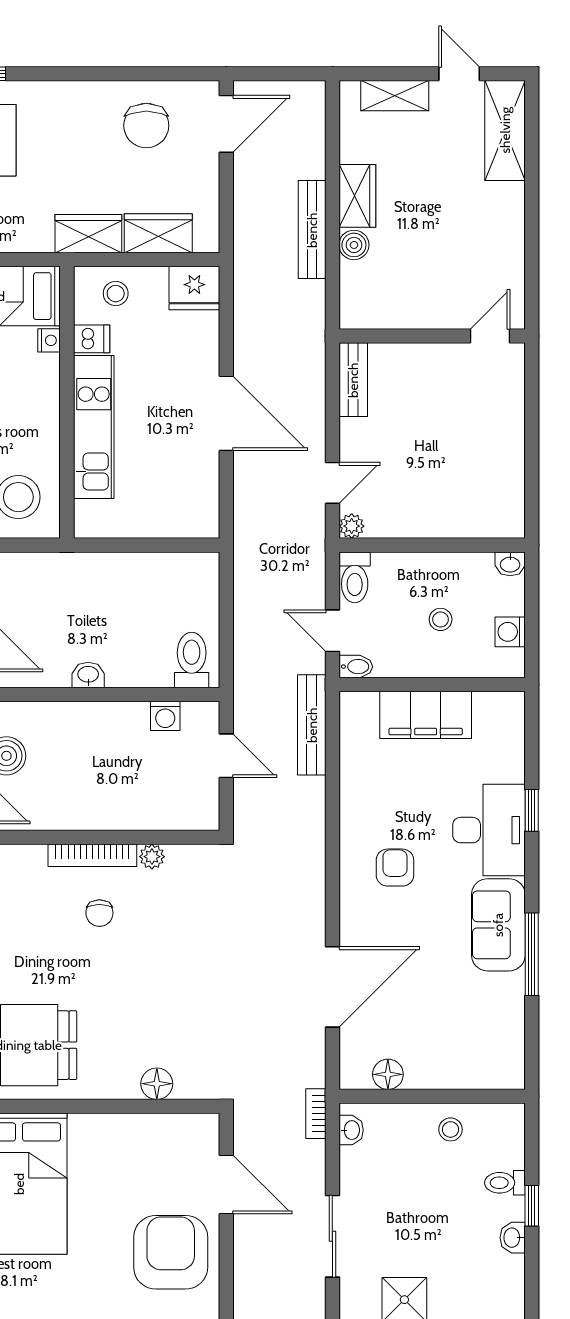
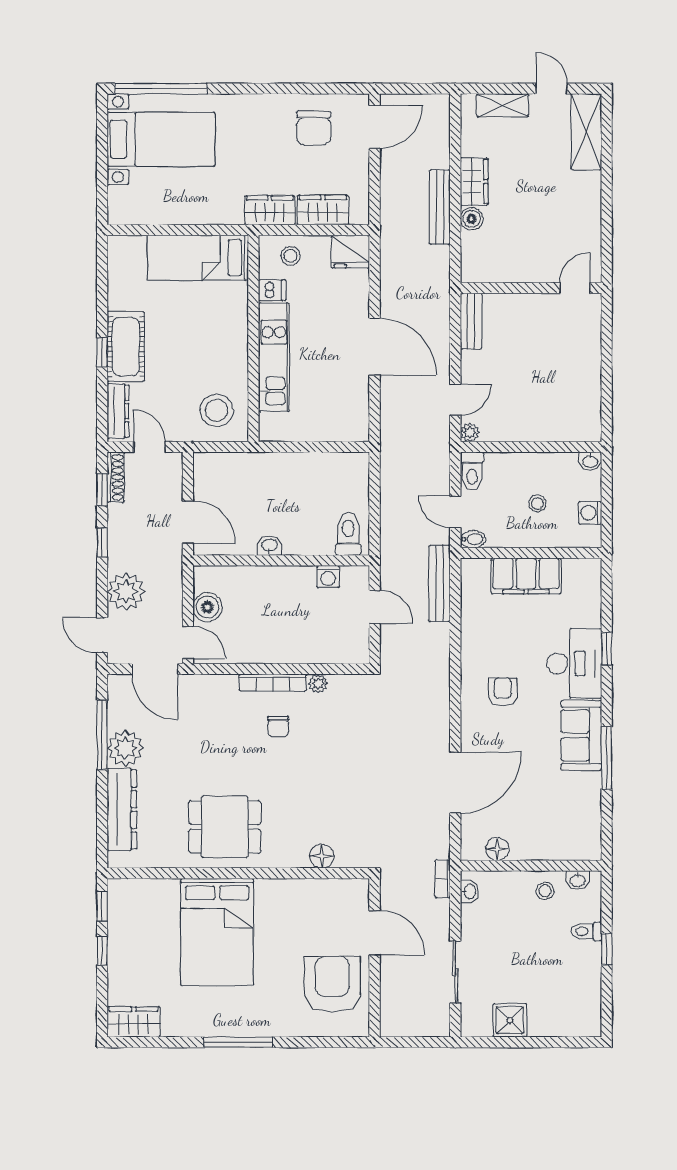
nightstand: (49, 340) -> (240, 291), removed
washbasin: (513, 1238) -> (578, 880), moved, turned -90

